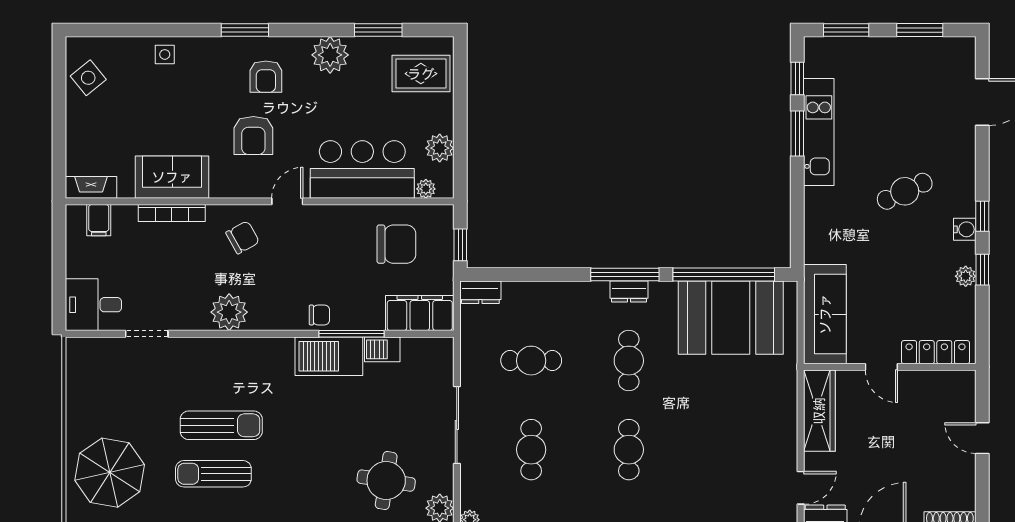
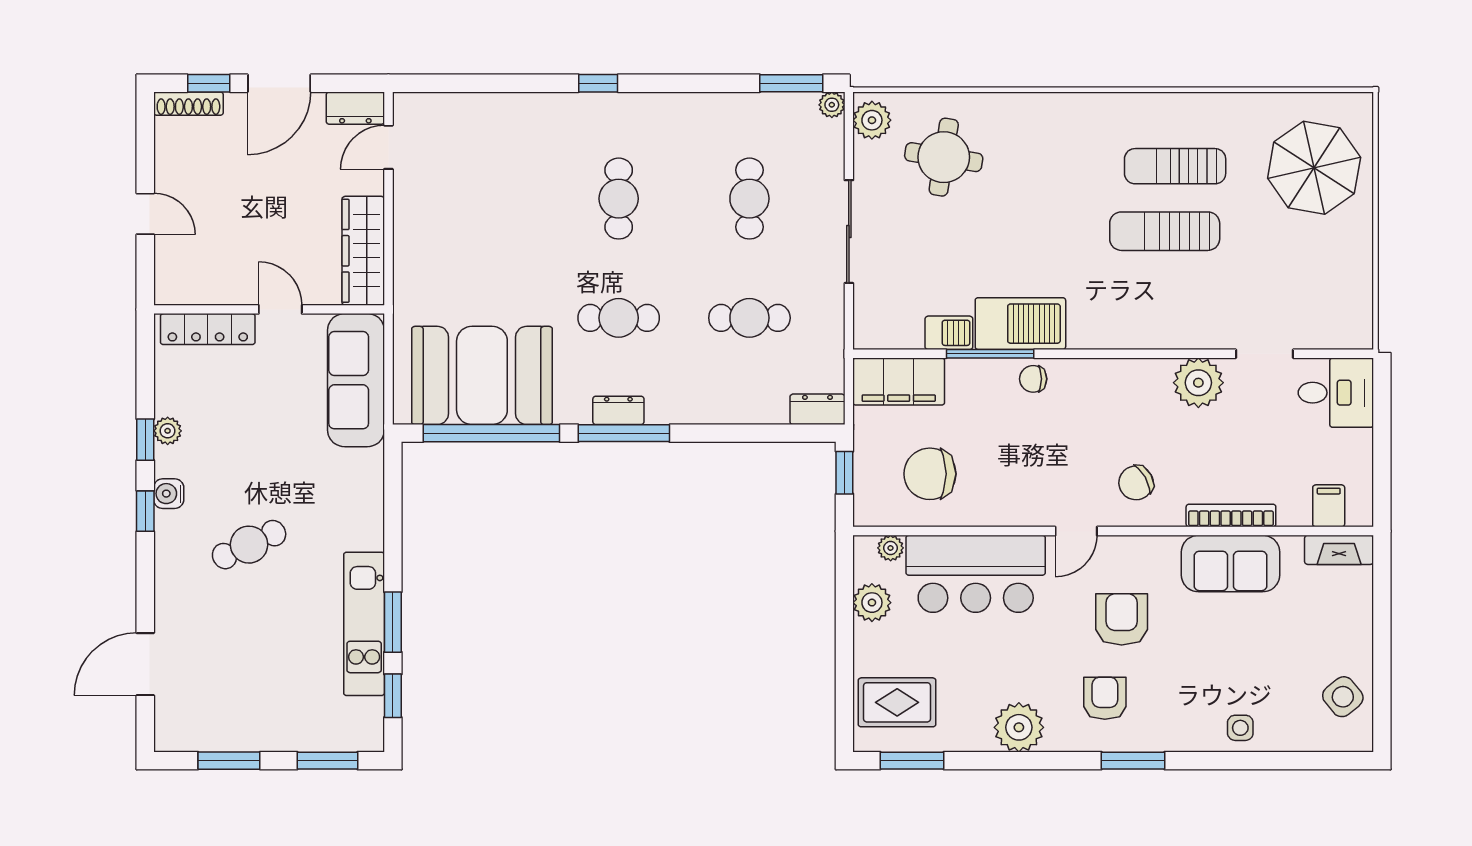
window: (378, 30) -> (912, 761), moved
plant: (229, 312) -> (1198, 383), moved
cafe table: (629, 361) -> (619, 318), turned 90
sun lounger: (213, 474) -> (1175, 166), turned 180

